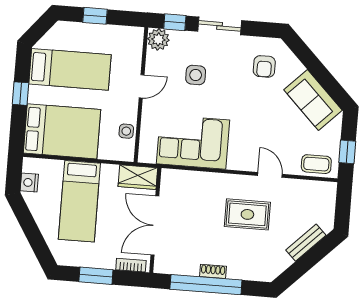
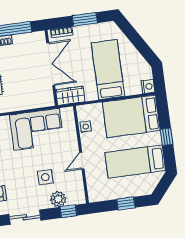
sliding door: (220, 26) -> (25, 217), moved
plant: (158, 39) -> (58, 199), moved
nightstand: (29, 183) -> (148, 86), moved

